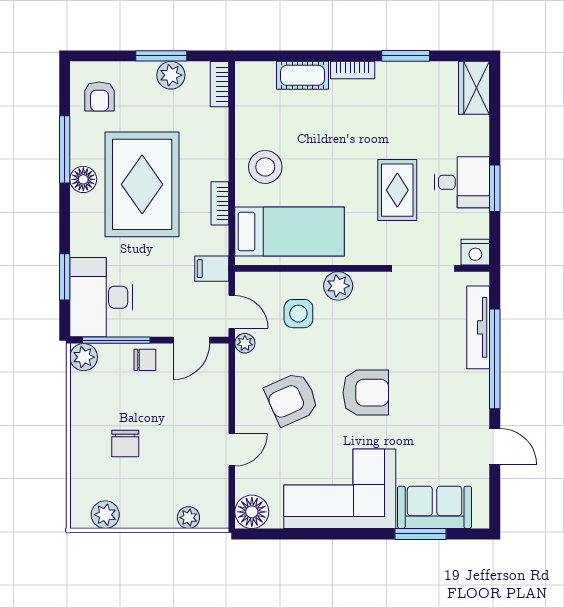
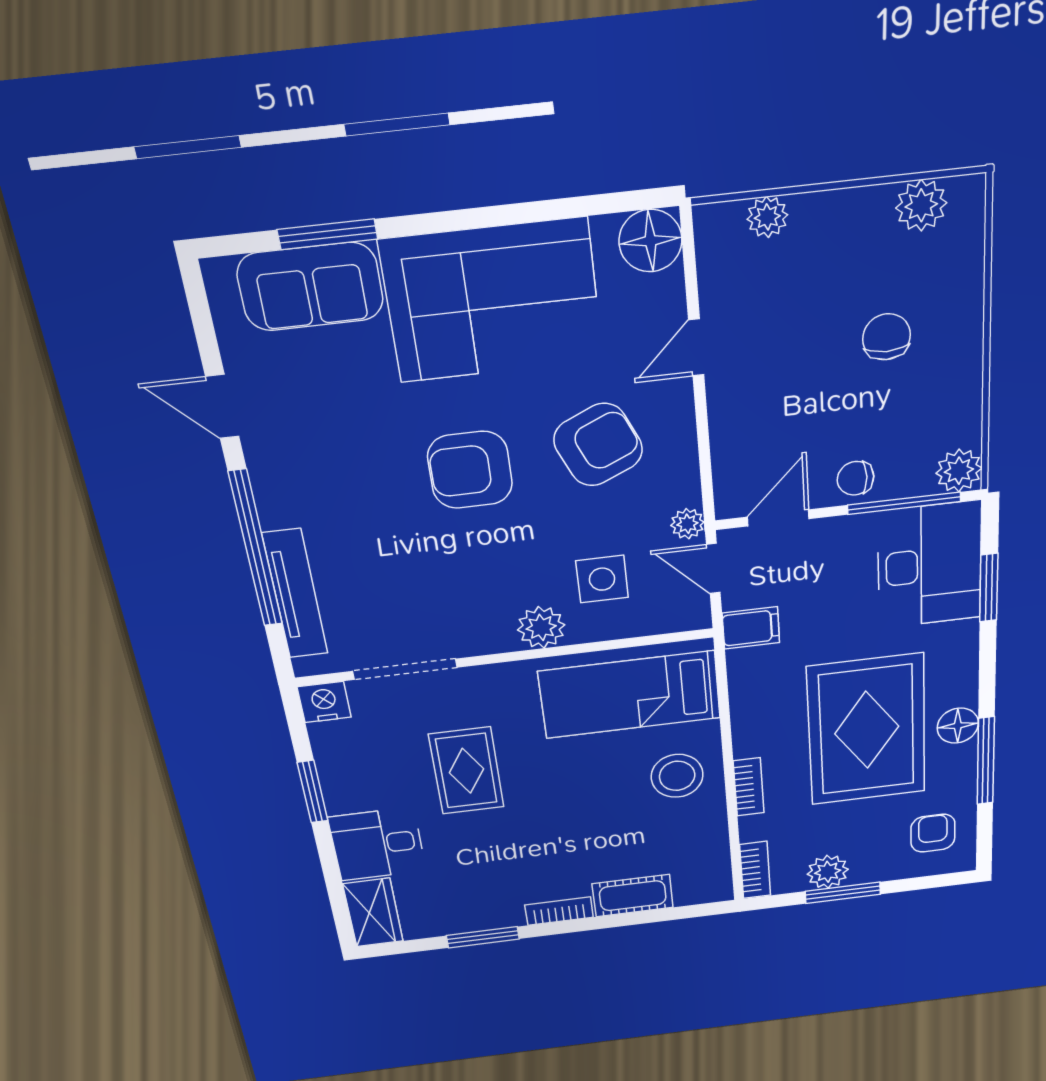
desk: (462, 182) -> (377, 844), moved
bookcase: (220, 203) -> (749, 787), moved

